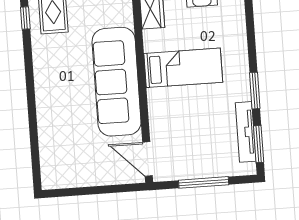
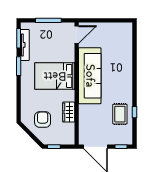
bed: (183, 68) -> (55, 76), width x1.50
door: (148, 159) -> (77, 35), hinge flipped

